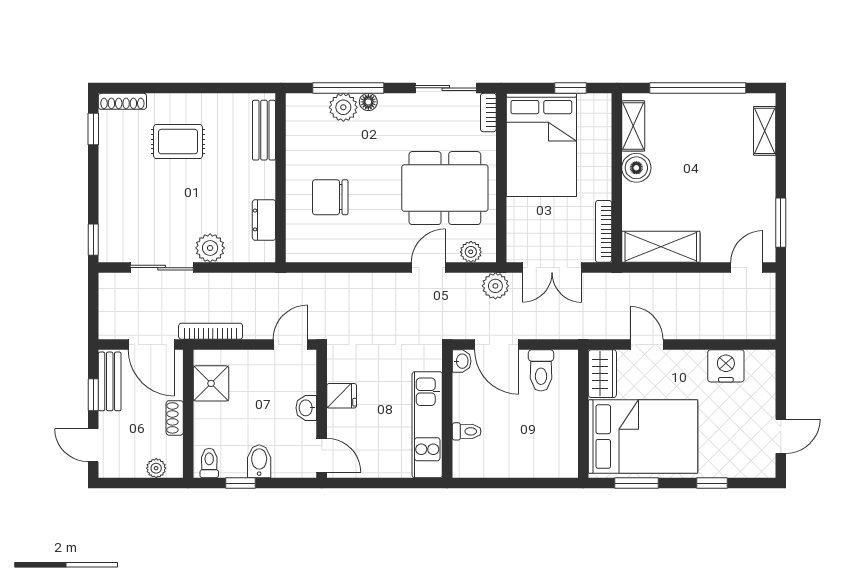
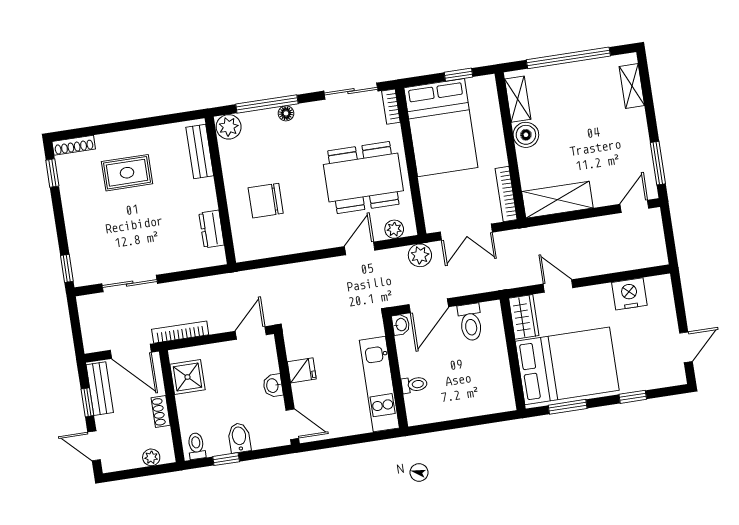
plant: (343, 107) -> (229, 127), moved
plant: (210, 248) -> (169, 260), removed
door: (497, 345) -> (429, 306), hinge flipped

